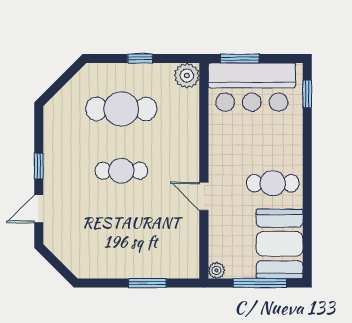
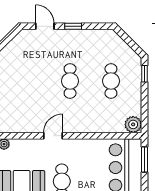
window: (140, 58) -> (144, 74), moved
cafe table: (121, 109) -> (111, 81), width x0.73, depth x0.74

